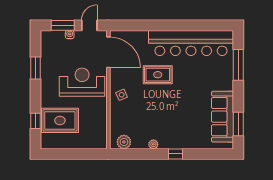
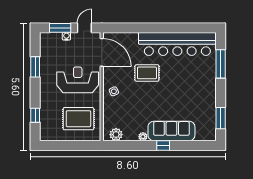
sofa: (222, 117) -> (171, 131), moved, turned 90
rug: (60, 120) -> (78, 119), moved

